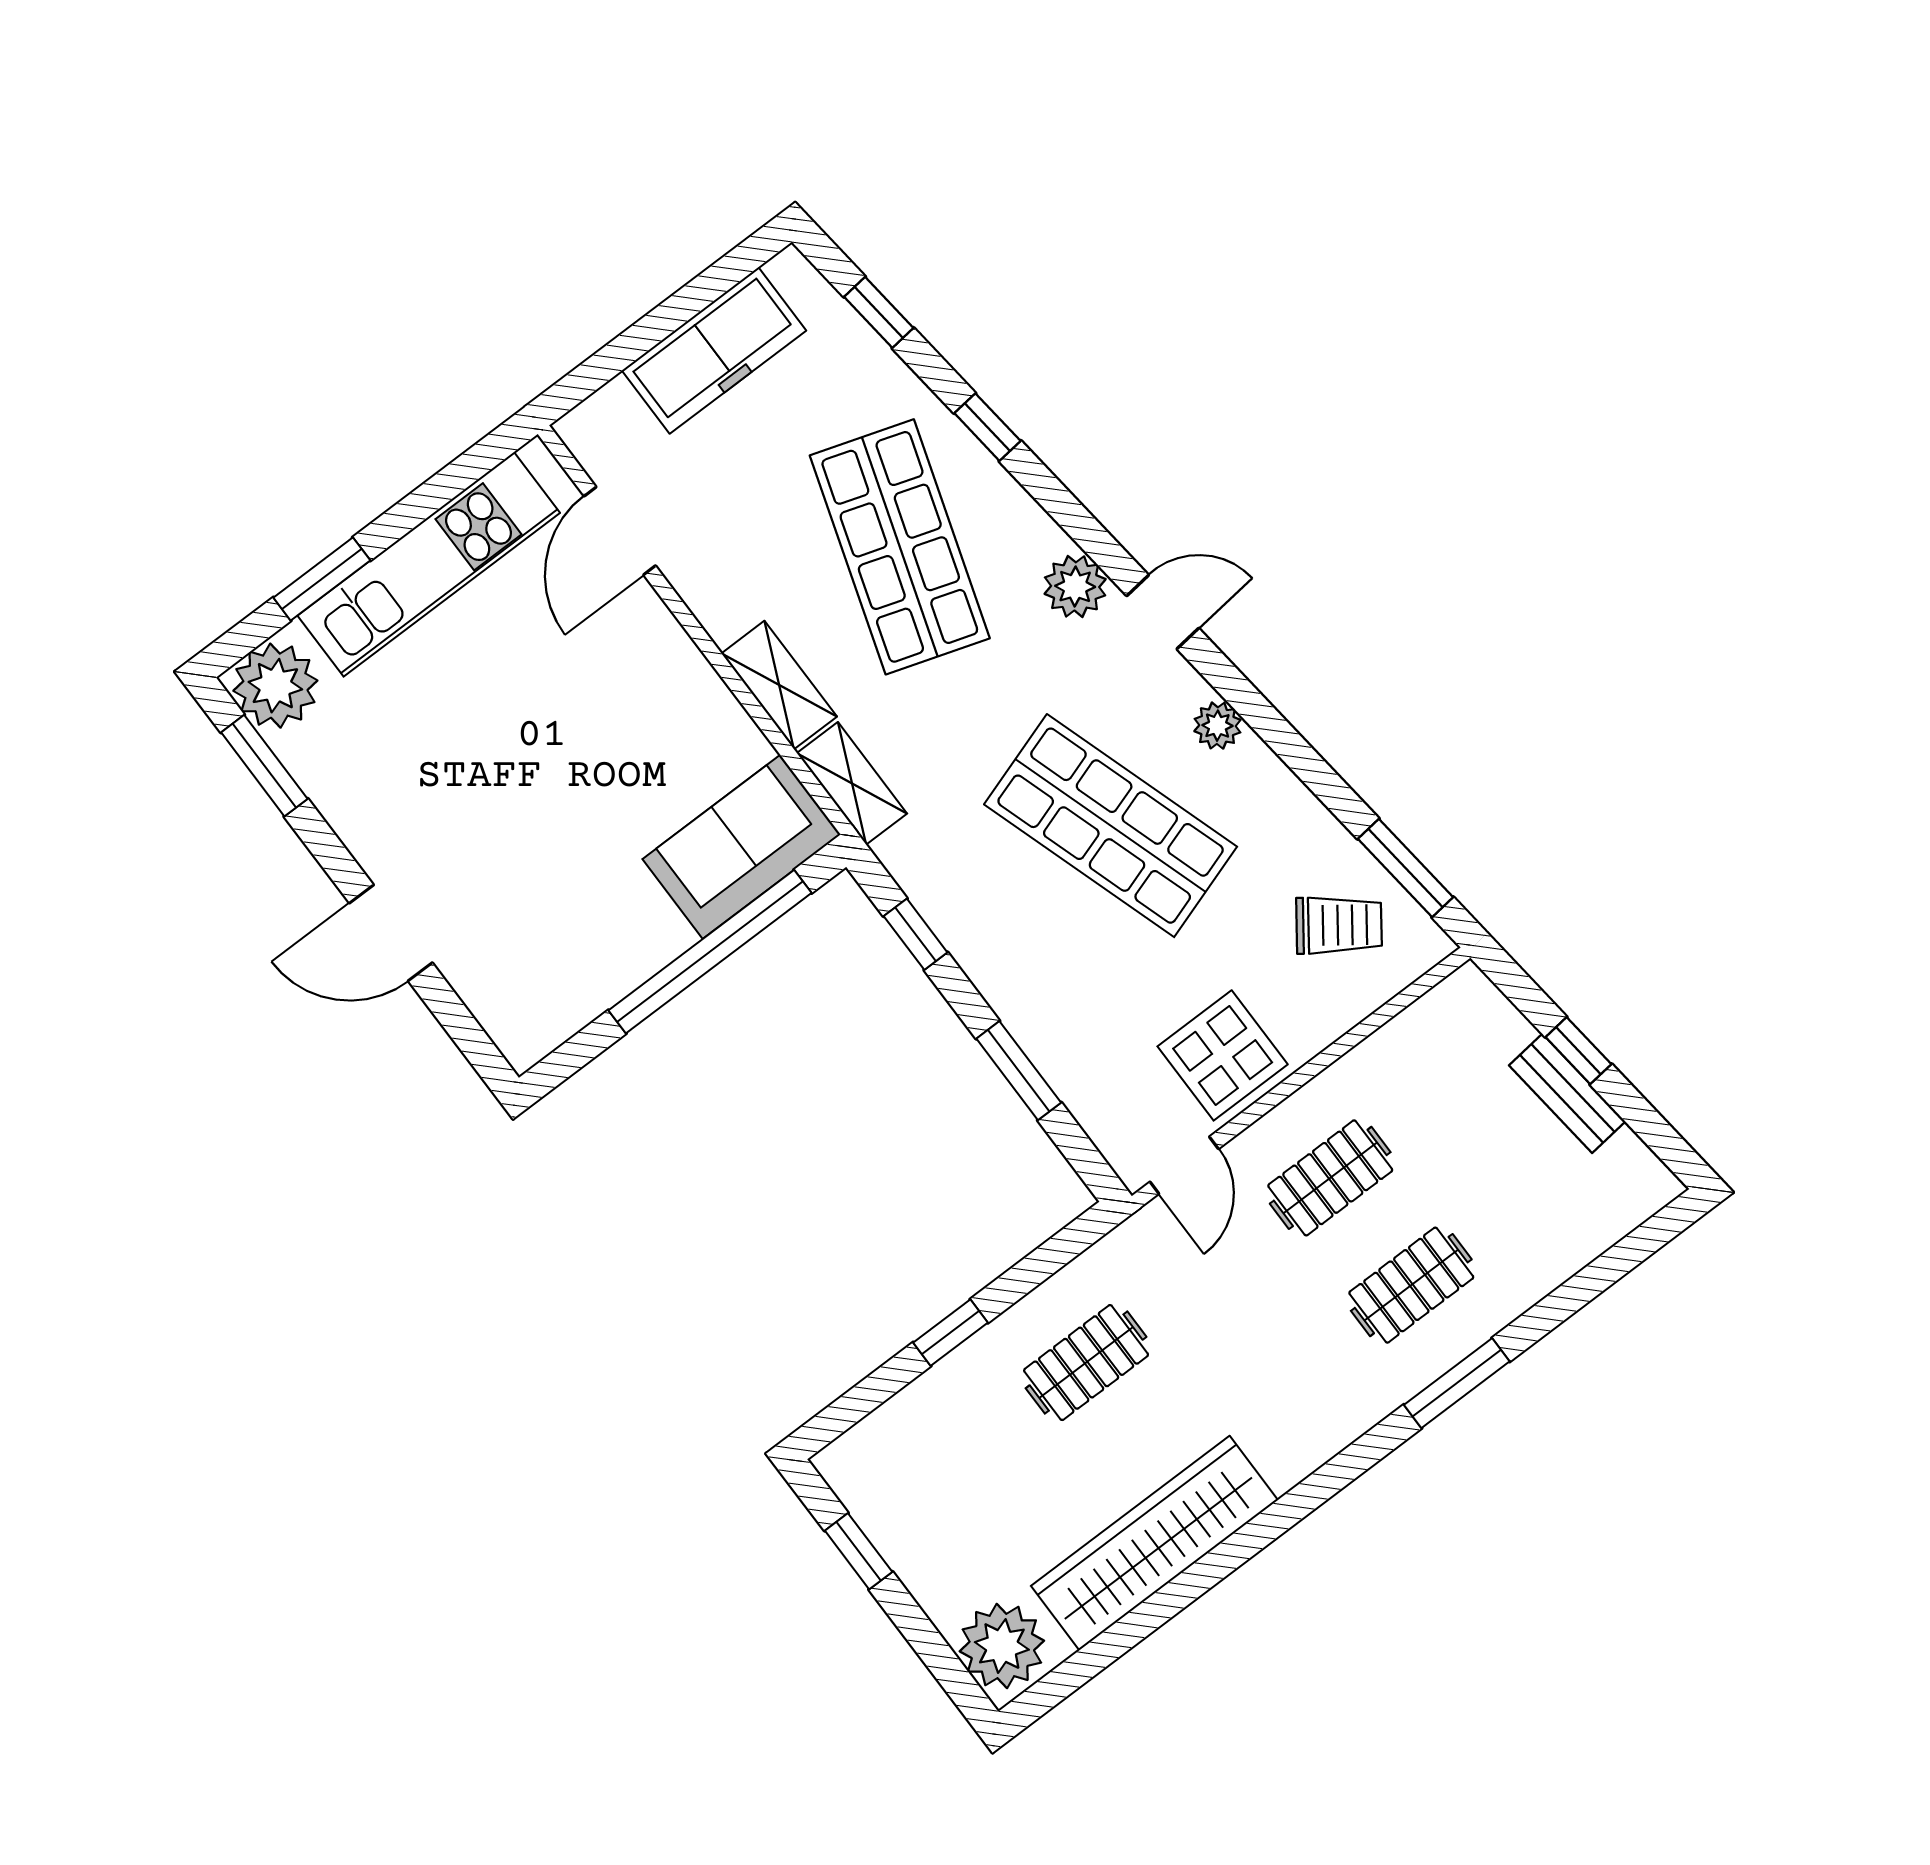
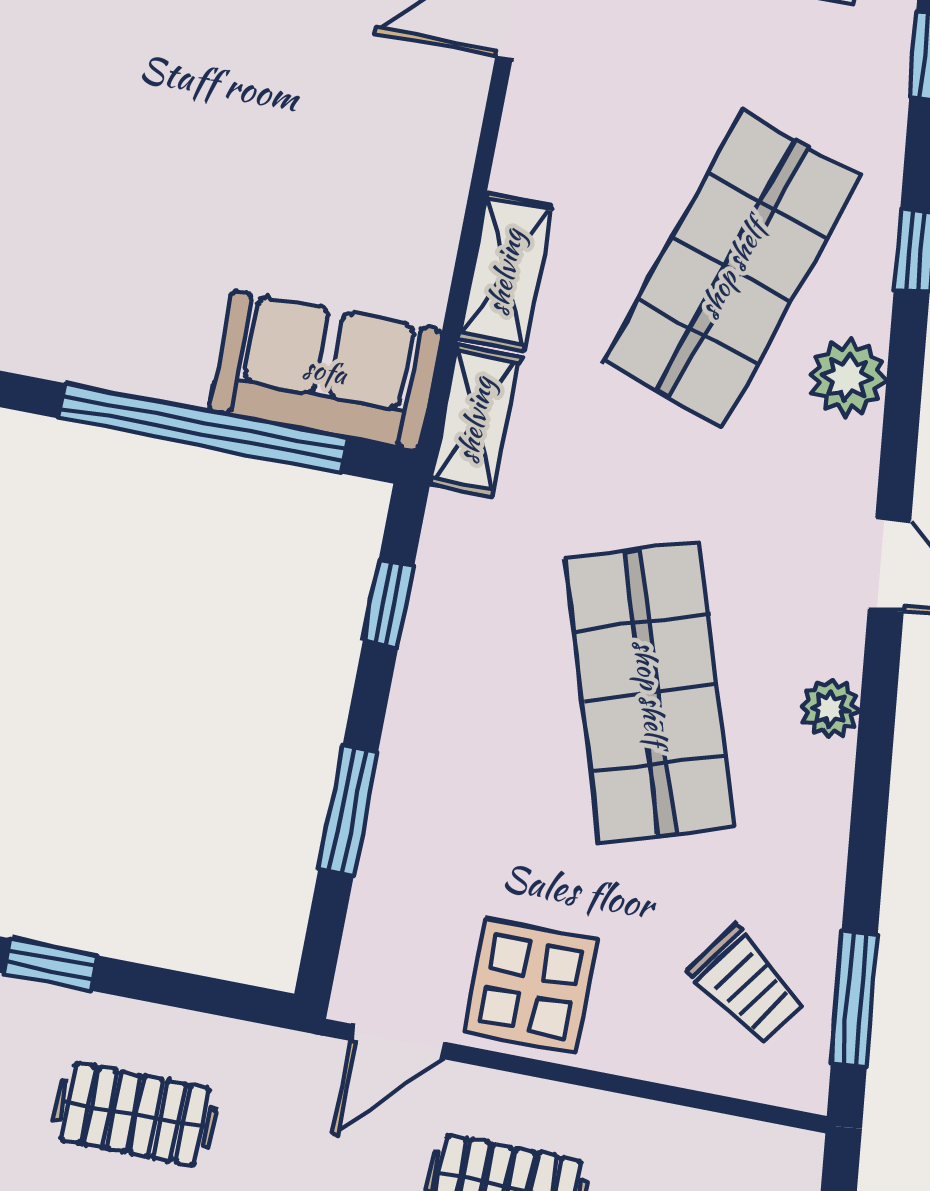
plant: (1075, 586) -> (848, 377), moved

